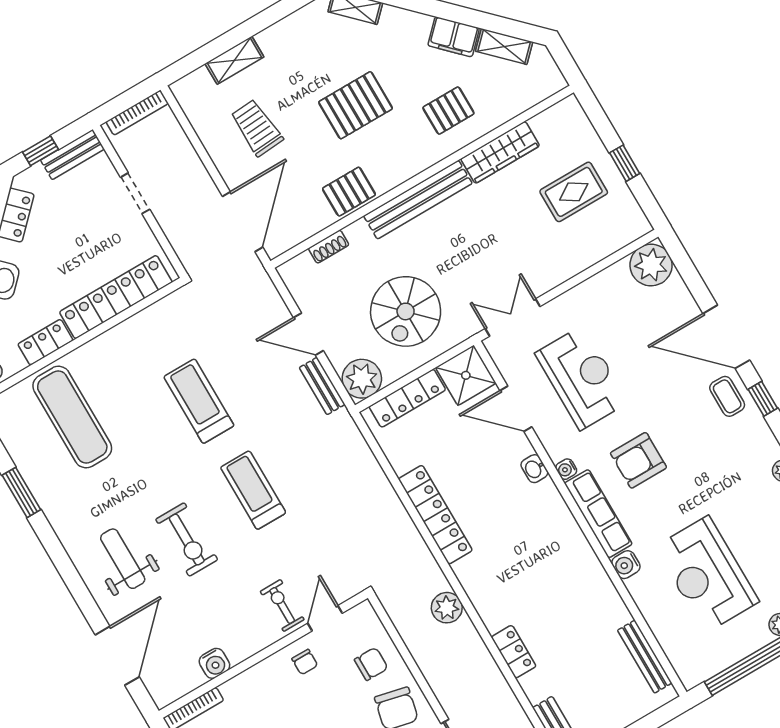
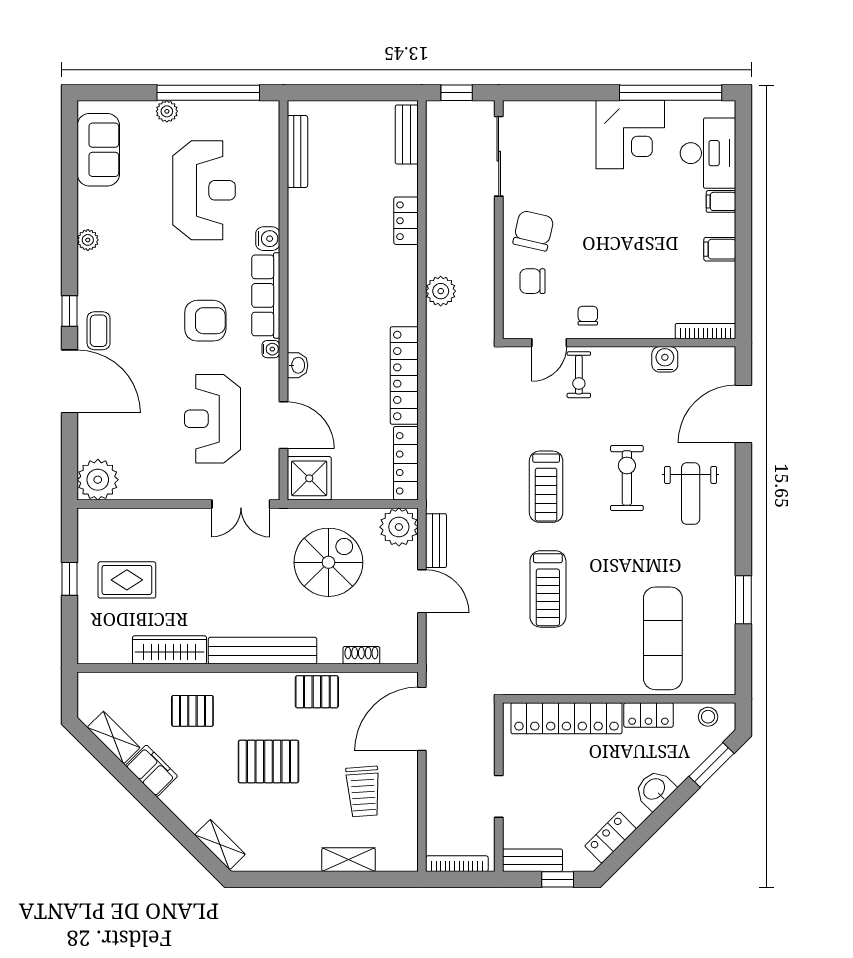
locker: (407, 398) -> (406, 463), moved, turned -90

